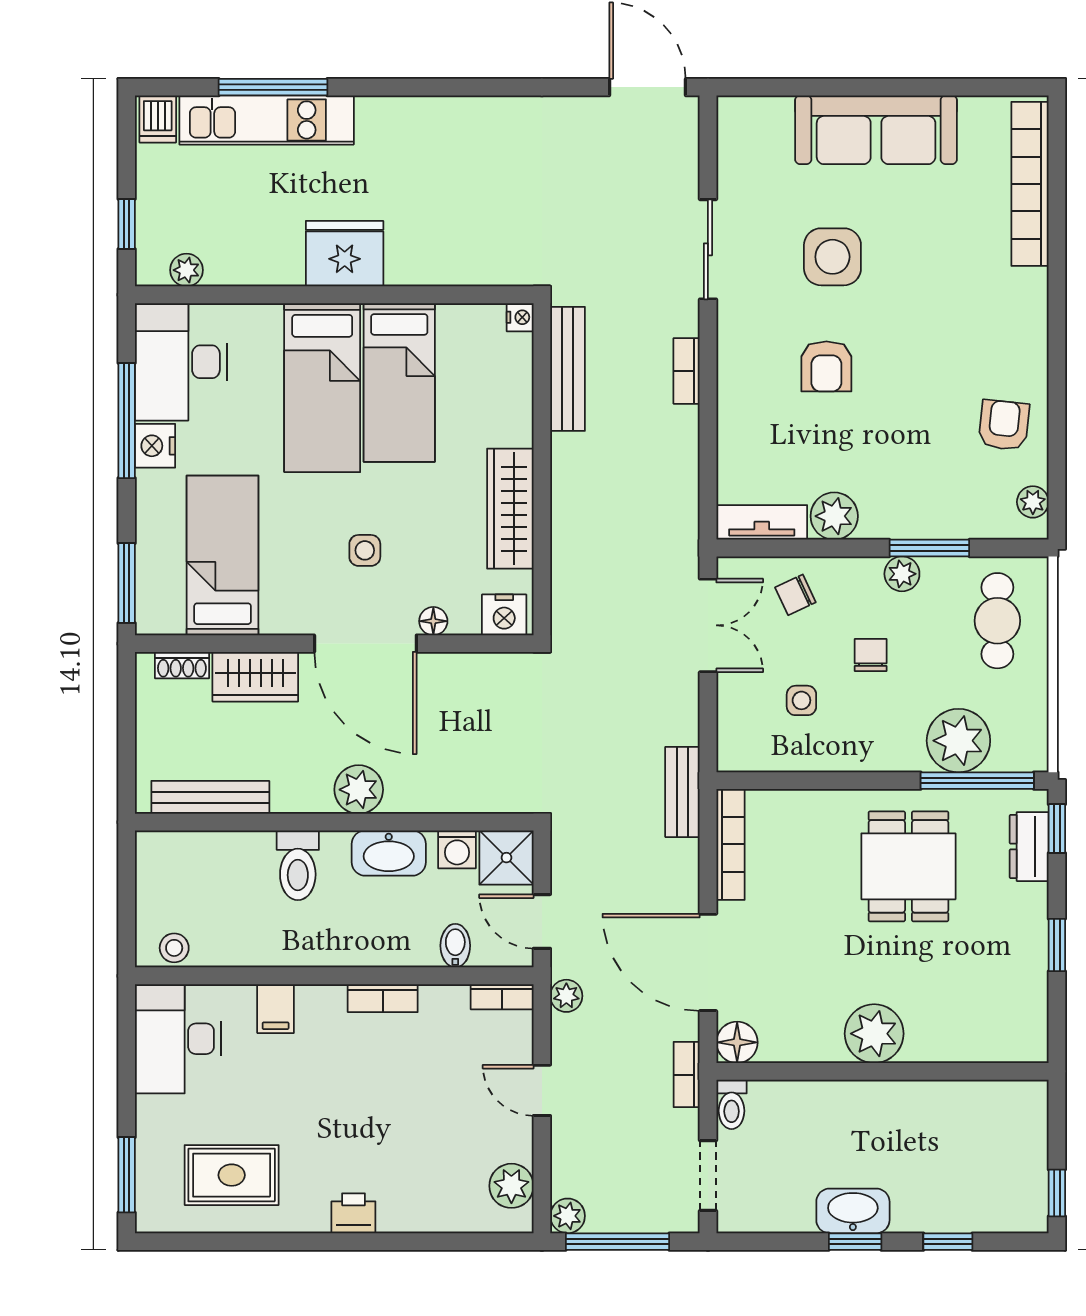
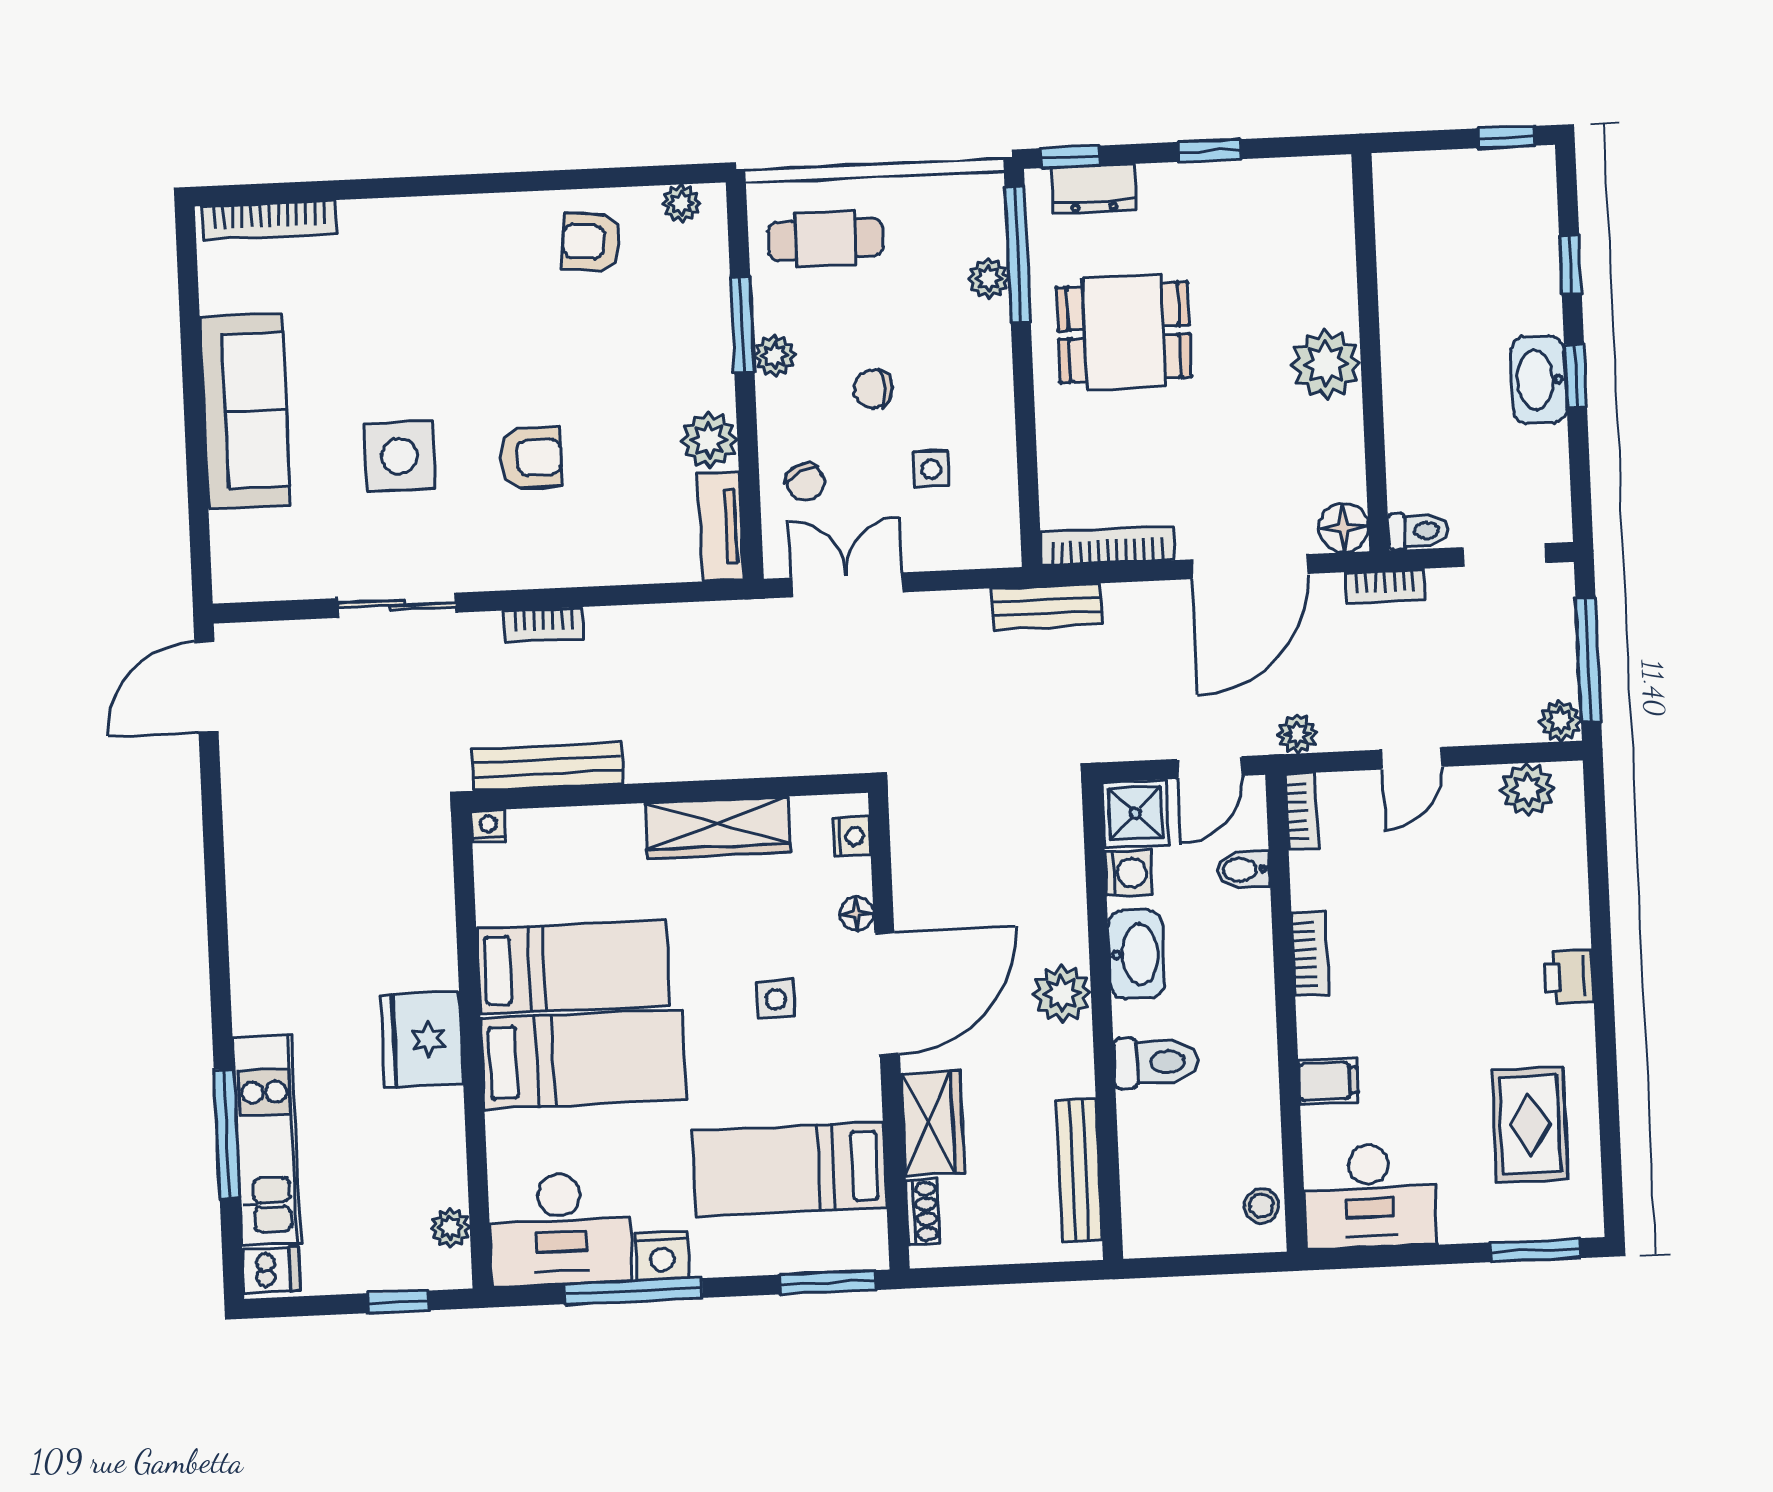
bookcase: (1030, 184) -> (269, 220), width x0.68, depth x0.76
nightstand: (504, 615) -> (852, 836), width x0.72, depth x0.74
plant: (958, 741) -> (989, 278), width x0.53, depth x0.53

